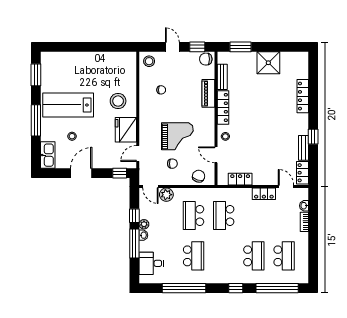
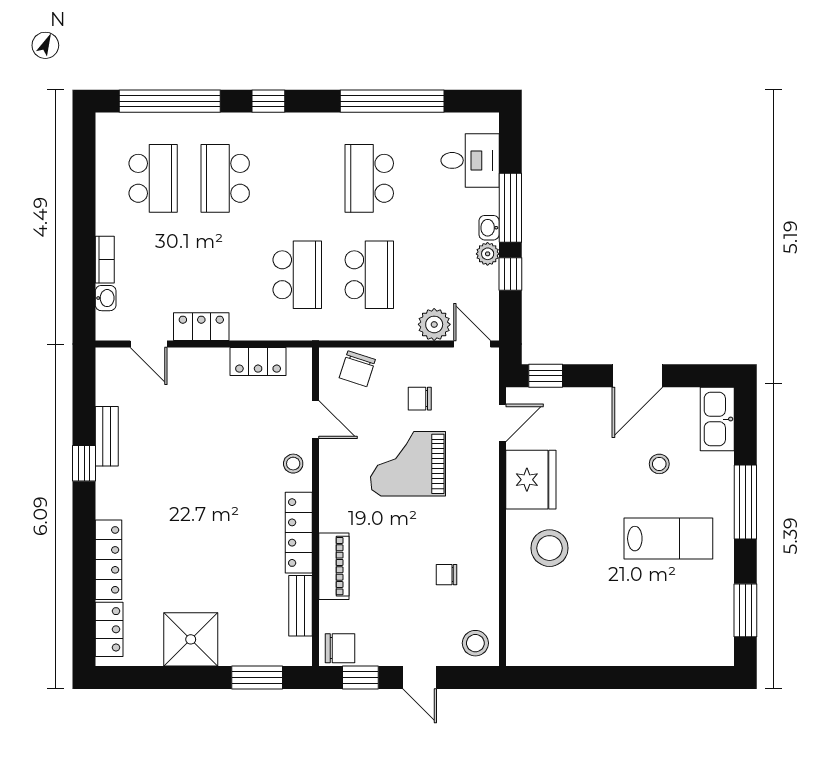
lab bench: (68, 105) -> (668, 539), width x0.73, depth x0.72
locker: (302, 173) -> (109, 629), moved
school desk: (284, 256) -> (153, 178), turned 180

